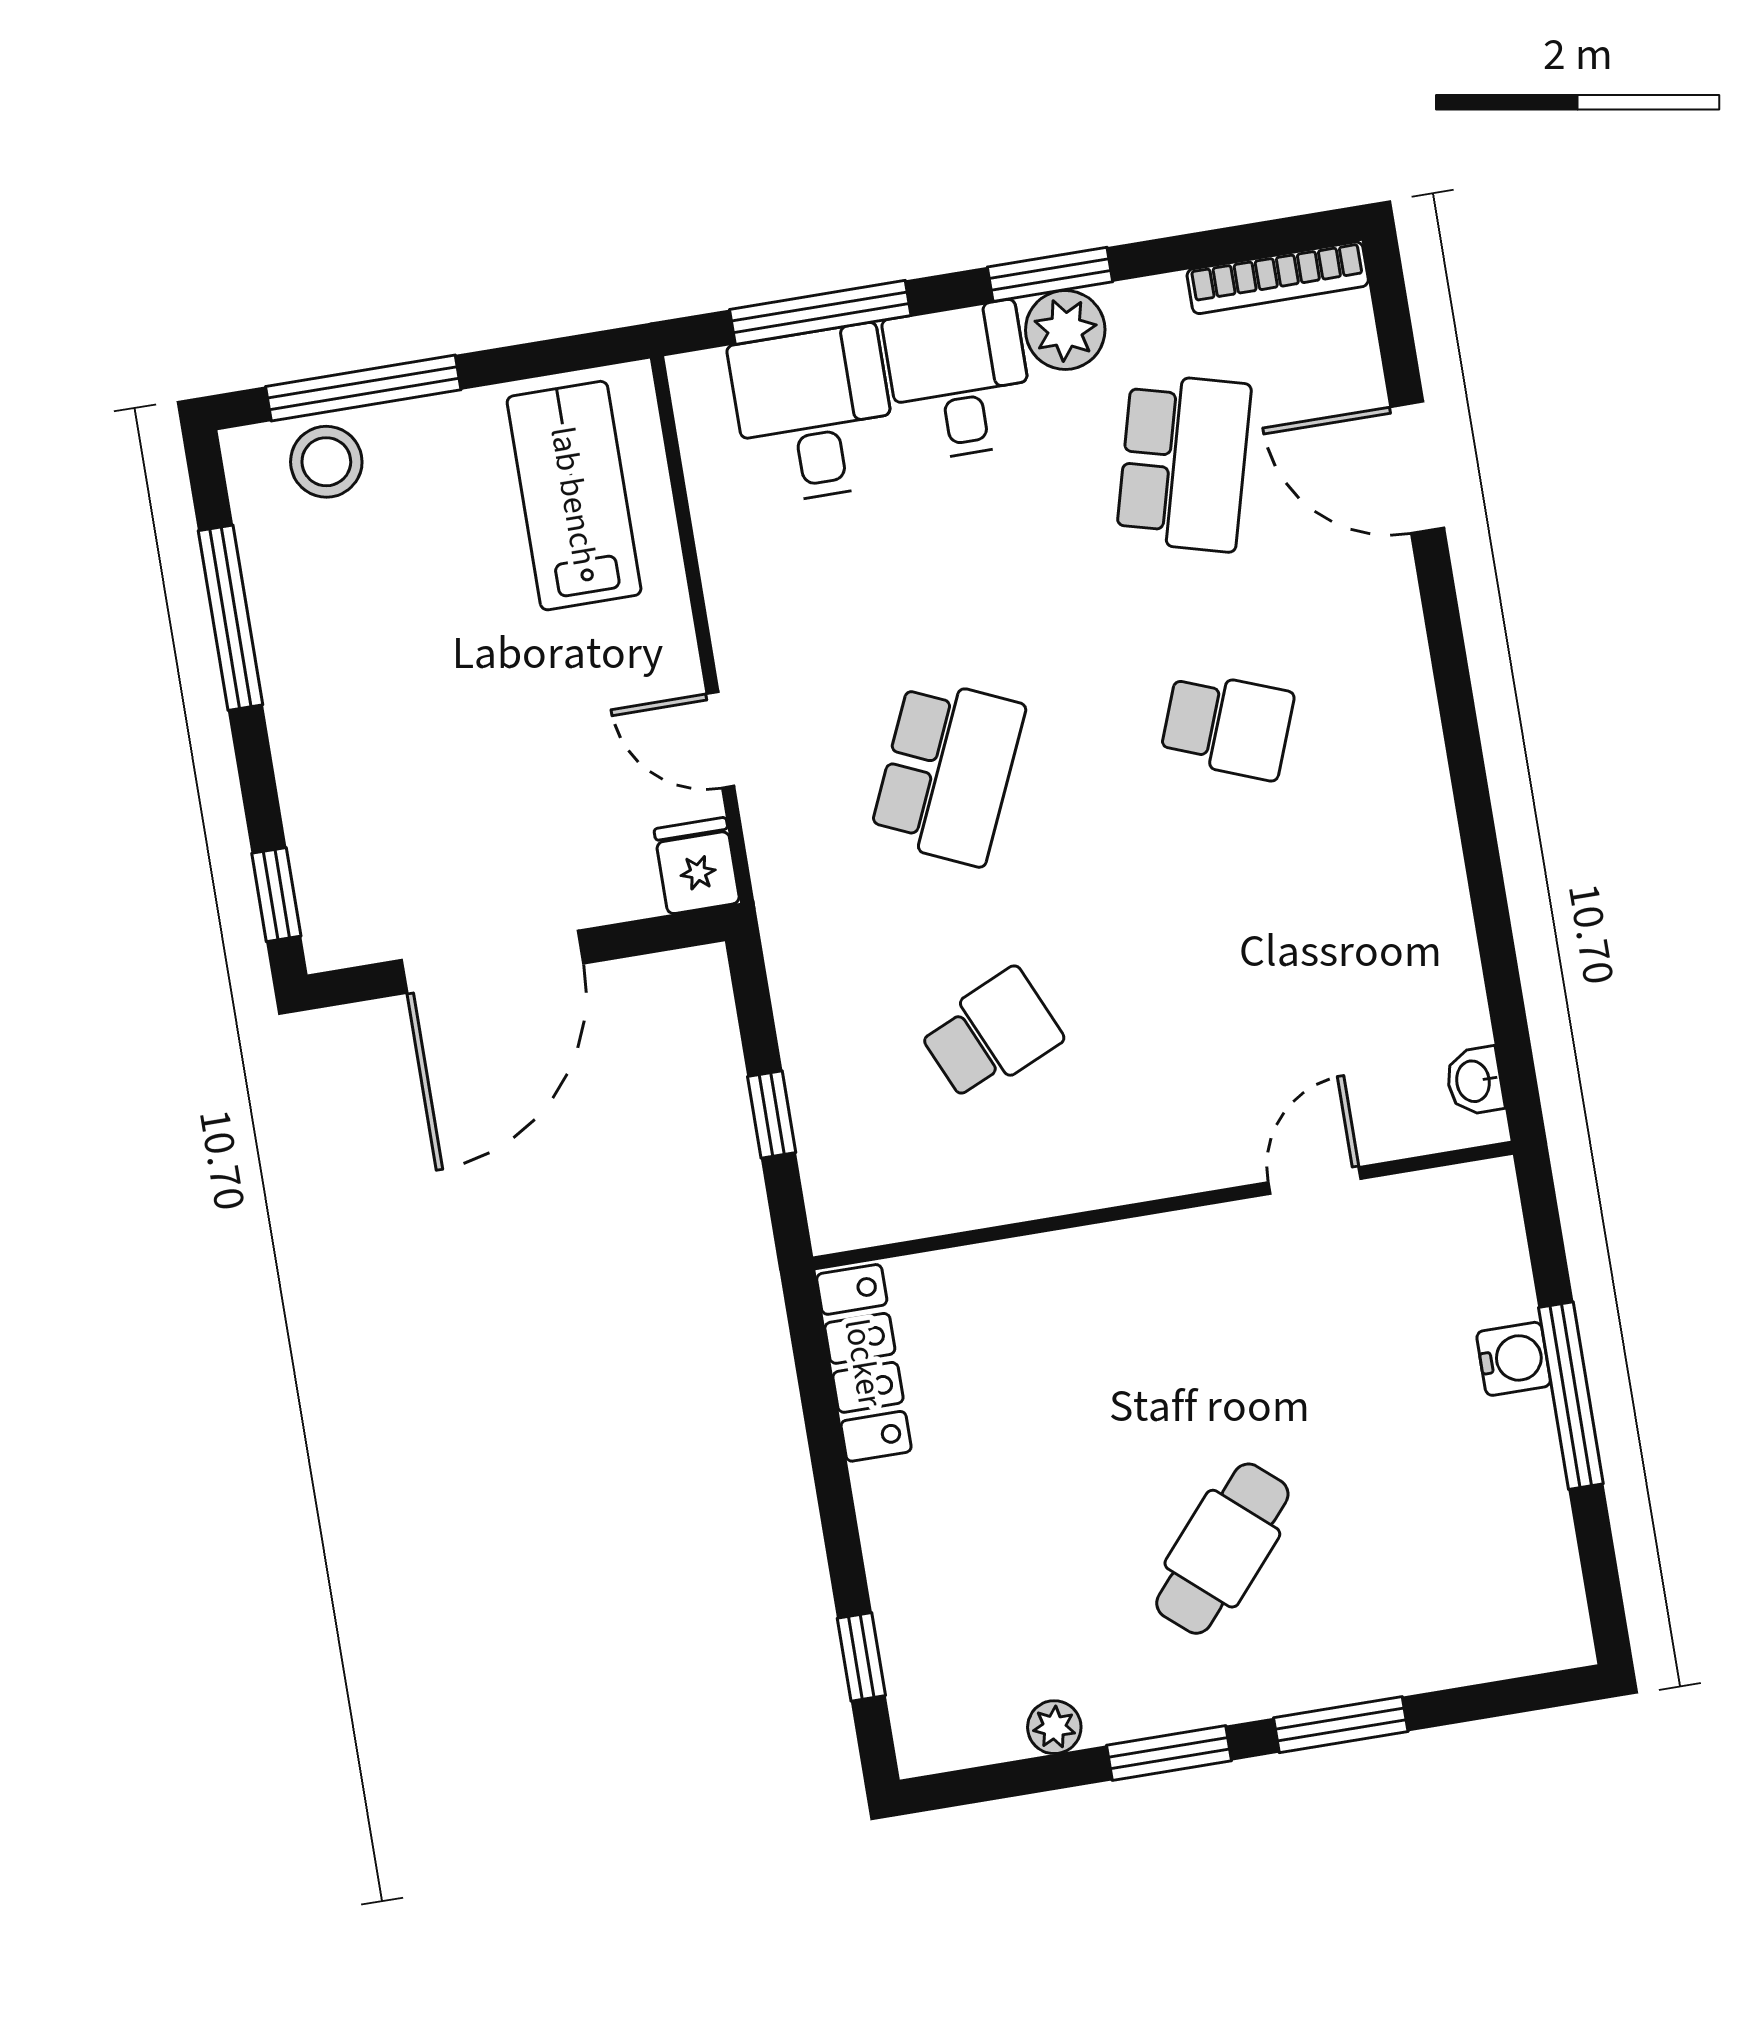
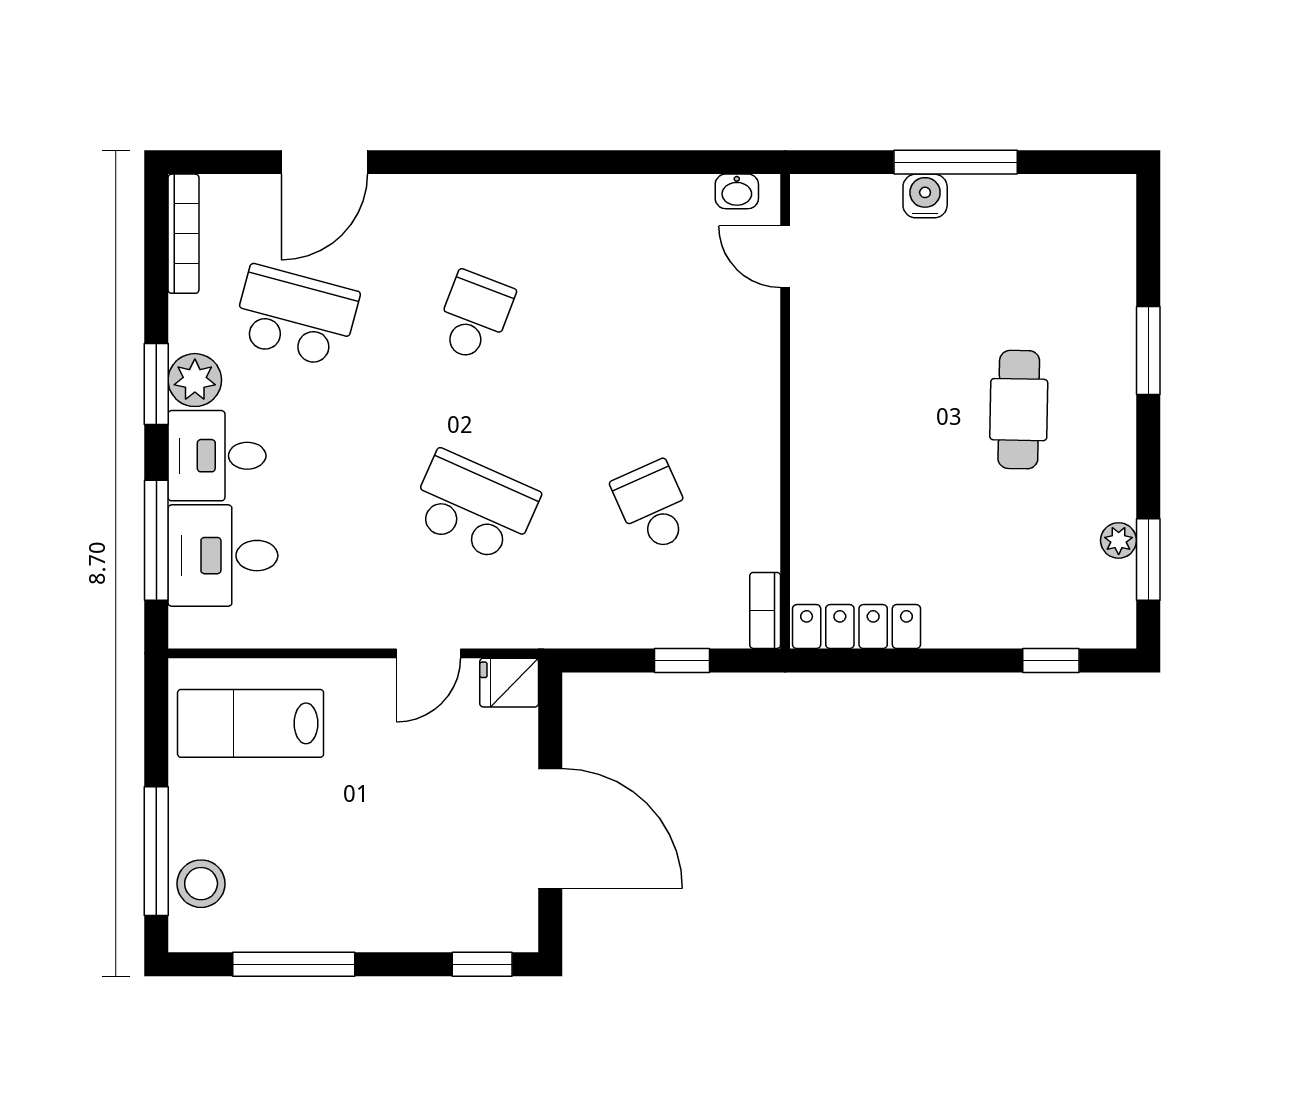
door: (1315, 1181) -> (785, 257), moved
bookcase: (865, 1225) -> (765, 610), added
cafe table: (1222, 1549) -> (1019, 410), turned 50
window: (1169, 1753) -> (1148, 560), moved

